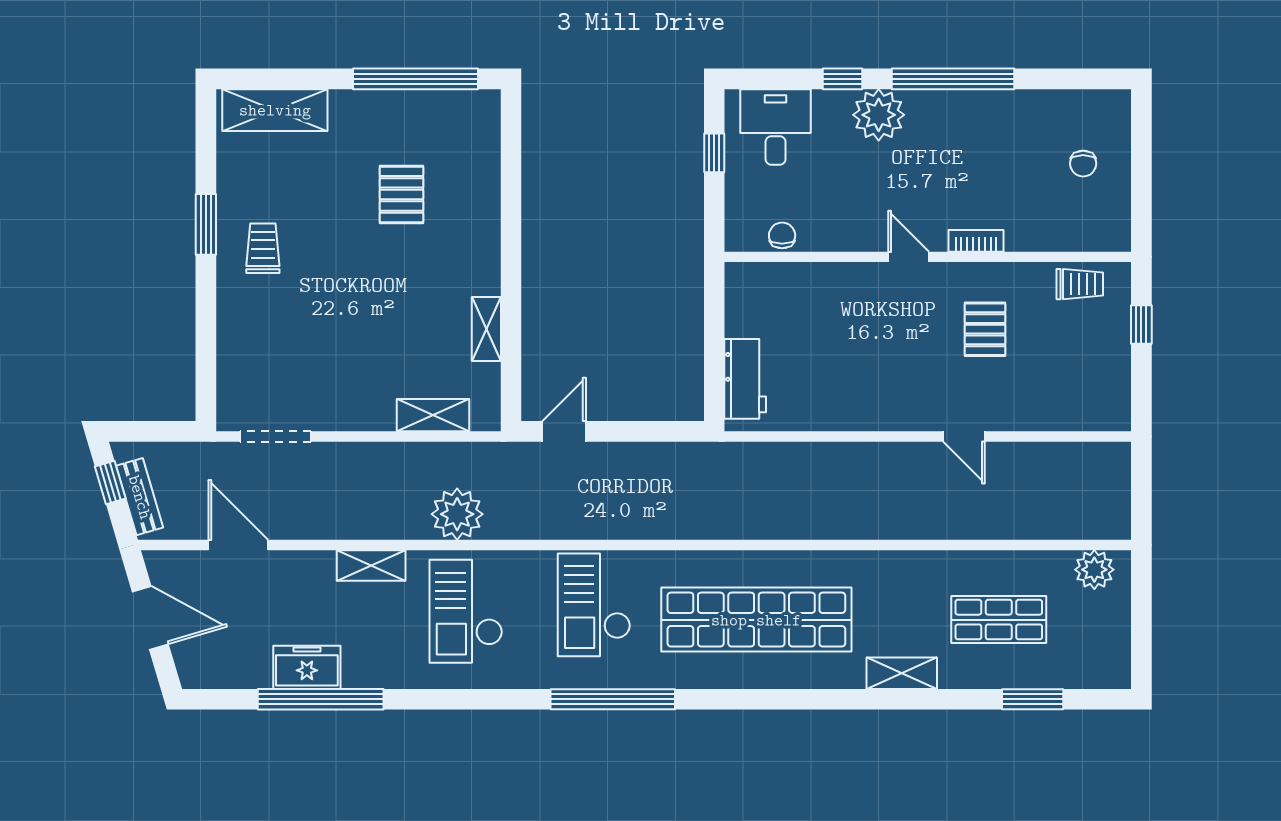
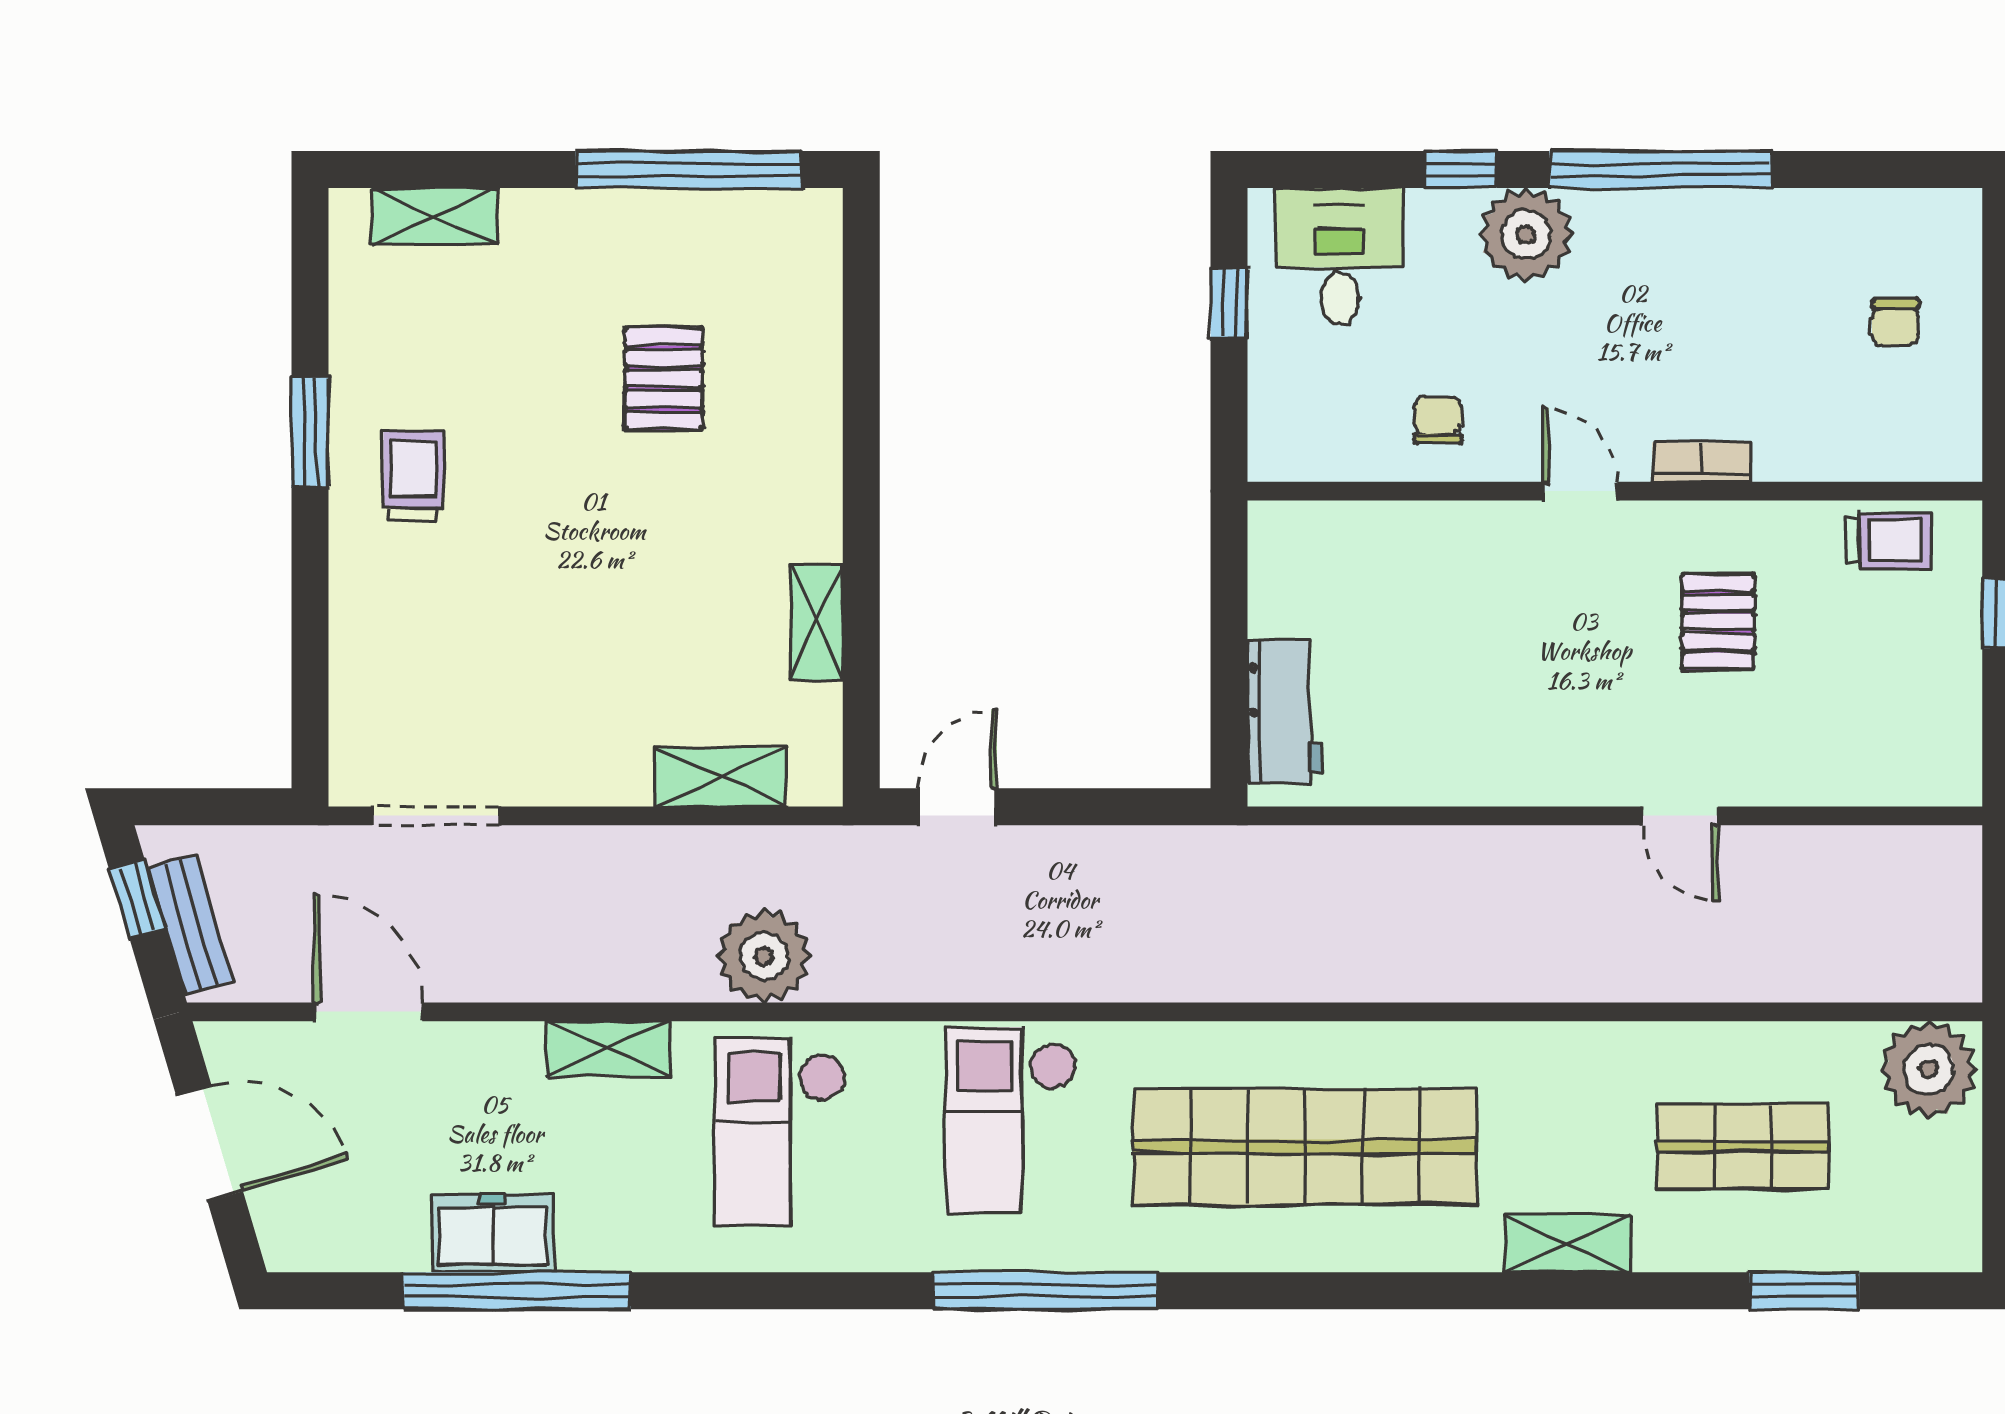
shelving: (275, 110) -> (435, 216), width x0.67, depth x0.75
chair: (782, 235) -> (1438, 420), moved
plant: (1094, 570) -> (1929, 1069), width x1.36, depth x1.36

